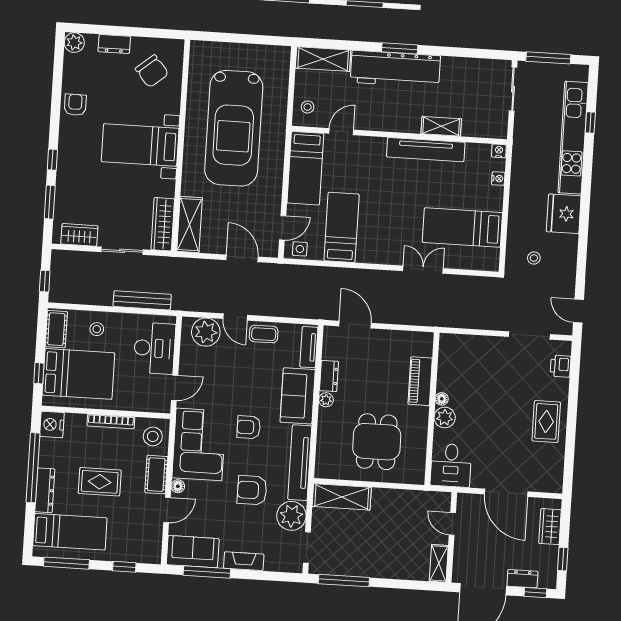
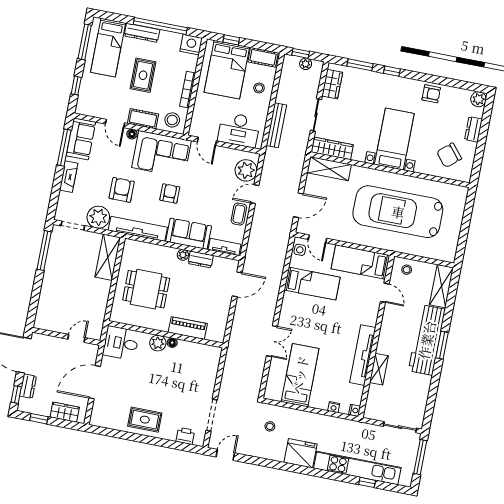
plant: (58, 273) -> (306, 64), added
shelving: (439, 563) -> (48, 324), removed

